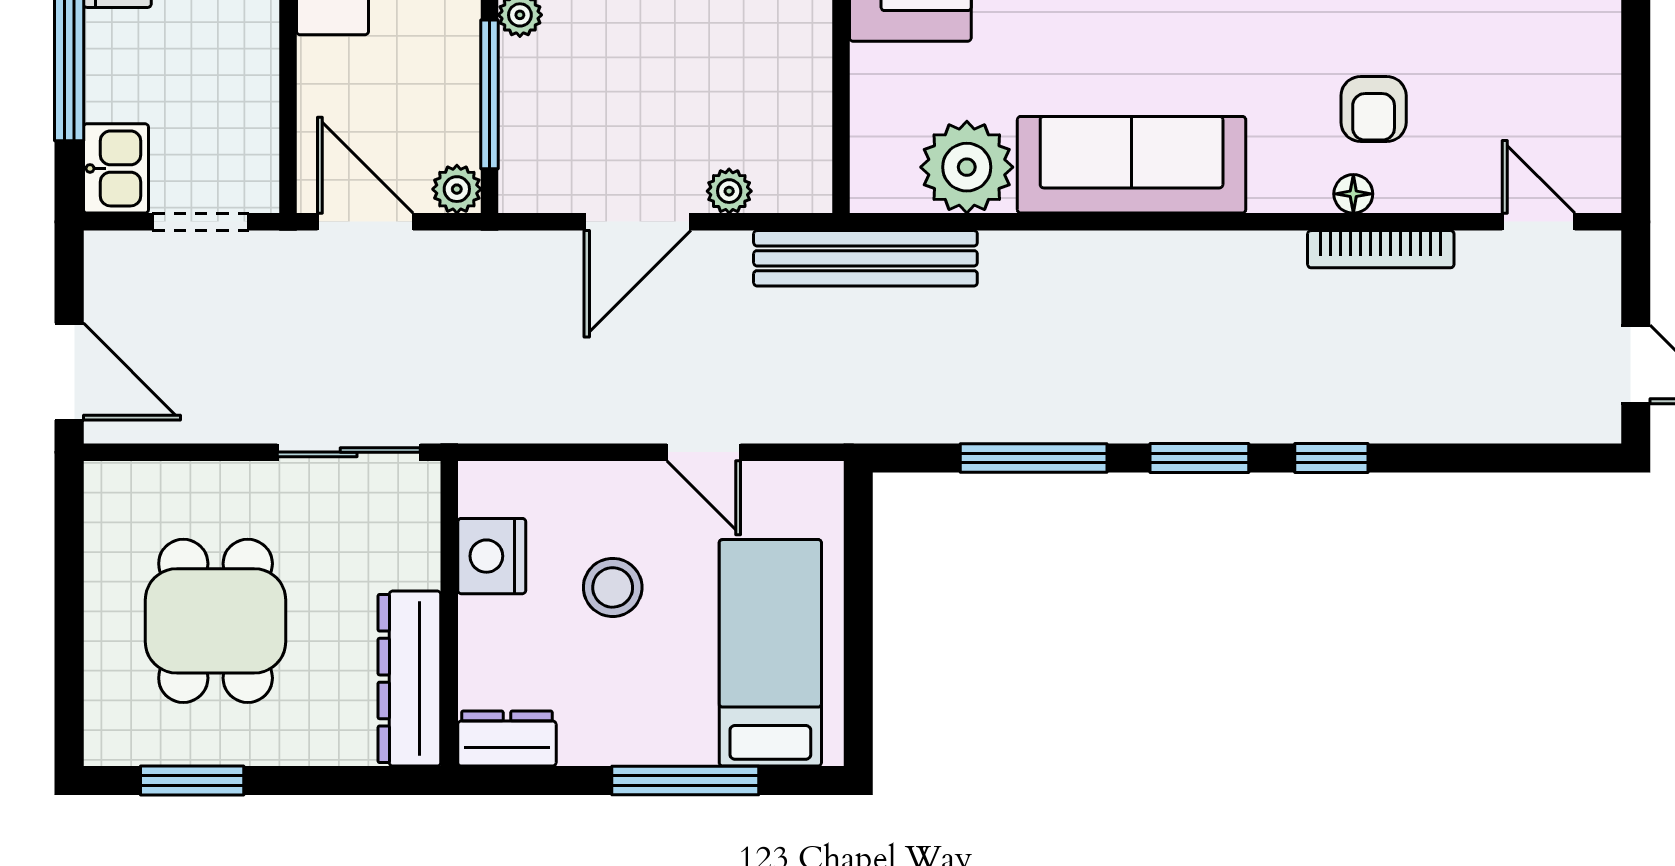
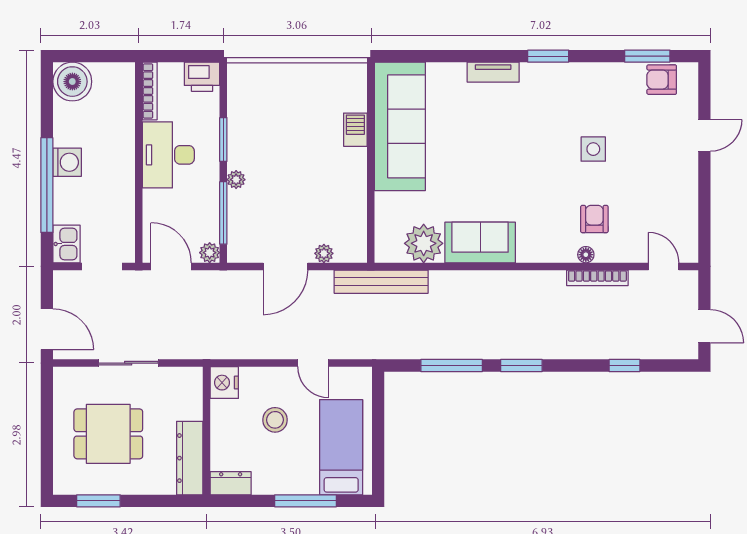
armchair: (1374, 109) -> (594, 219), turned 180
sofa: (1132, 165) -> (480, 242), width x0.73
sliding door: (349, 452) -> (128, 363), moved
window: (1331, 458) -> (624, 366), moved
nightstand: (492, 556) -> (224, 383), moved
dining table: (216, 621) -> (108, 434), turned 90

